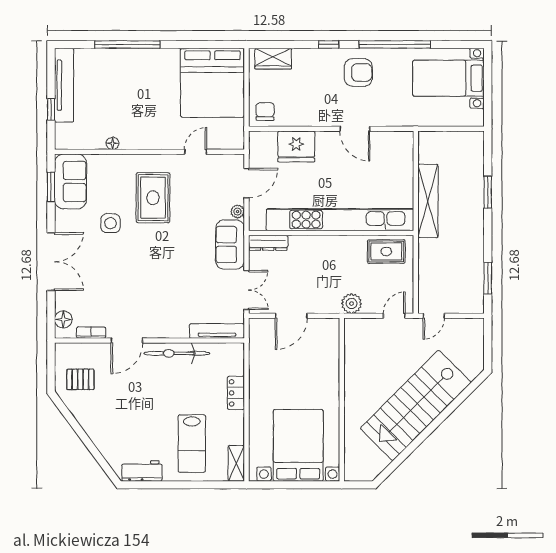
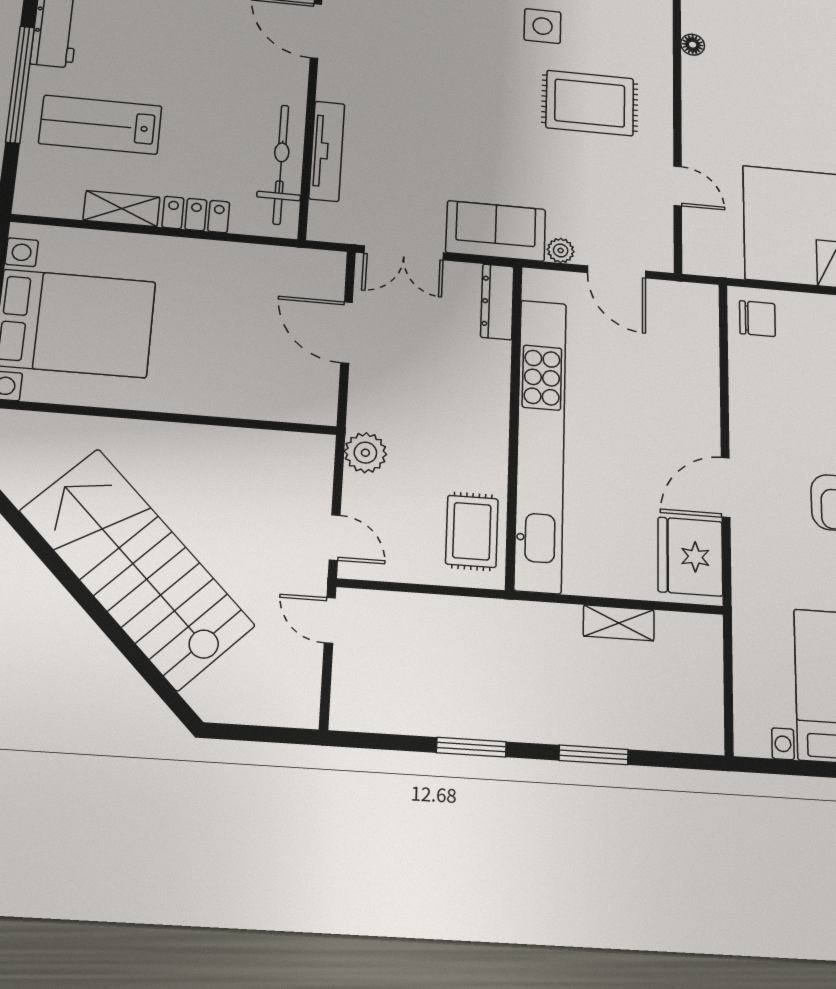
fridge: (296, 147) -> (690, 557), moved
shelving: (428, 201) -> (619, 623), width x0.45, depth x0.75
window: (488, 278) -> (471, 747), moved
tv unit: (217, 331) -> (327, 151), moved
bicycle: (177, 353) -> (281, 164), moved
shelving: (236, 463) -> (122, 209), moved
window: (174, 485) -> (20, 84), added

